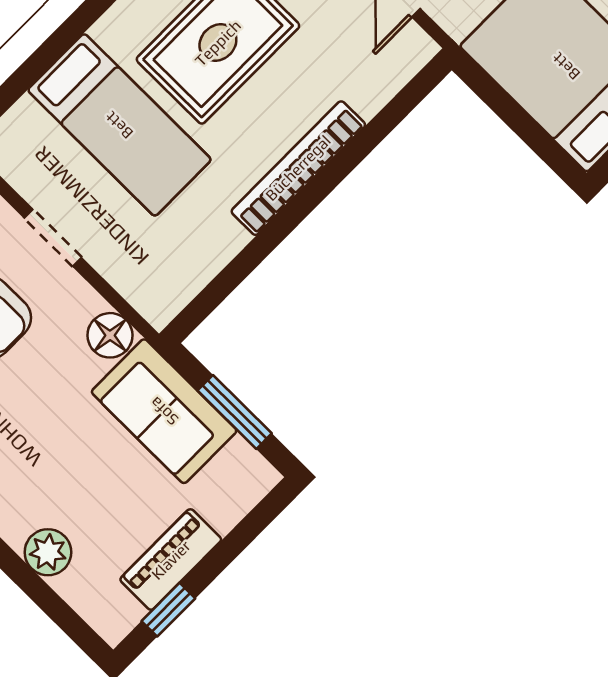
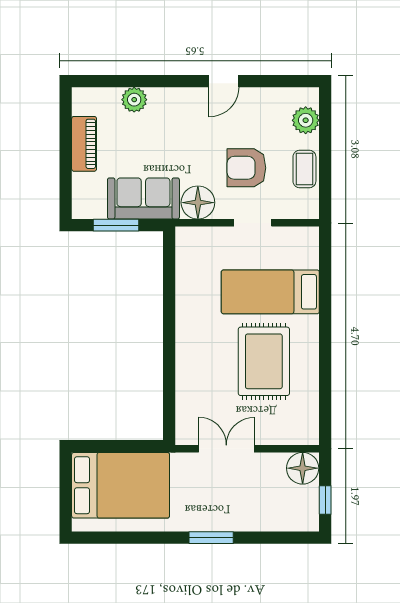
bookcase: (298, 168) -> (185, 344), removed
floor lamp: (110, 335) -> (198, 203), width x1.38, depth x1.38
window: (168, 610) -> (66, 124), removed

